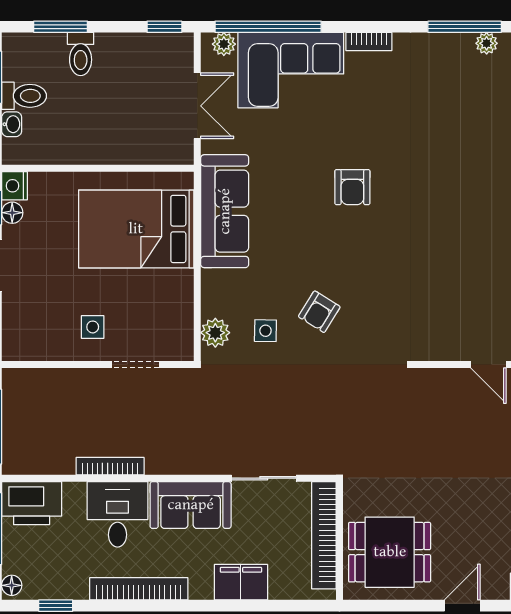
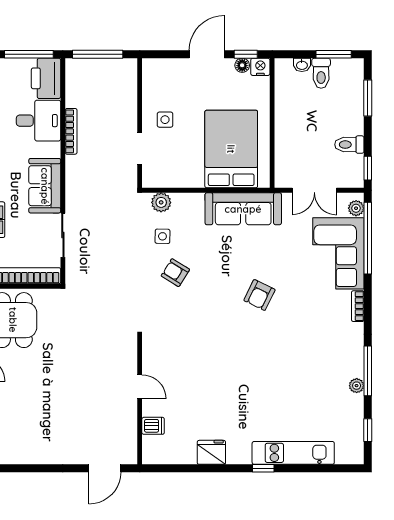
toilet: (81, 54) -> (349, 145), moved
armchair: (352, 187) -> (259, 295), turned -64
door: (488, 365) -> (140, 387), swing flipped
desk: (117, 514) -> (38, 121), moved

